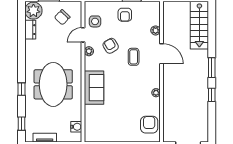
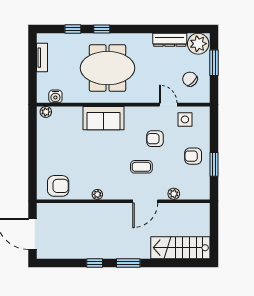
dresser: (30, 30) -> (170, 40), width x1.44
armchair: (111, 46) -> (155, 139), turned -149
plant: (89, 51) -> (46, 112), moved
window: (21, 124) -> (73, 29), moved

